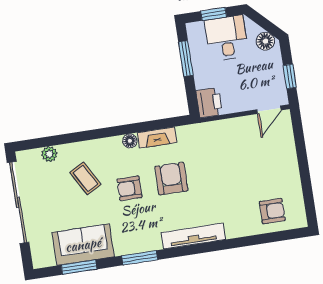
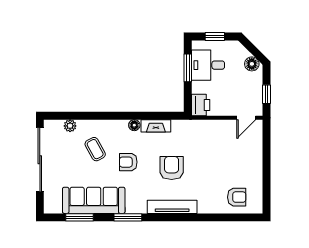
desk: (227, 38) -> (208, 65), moved, turned -90
armchair: (171, 179) -> (172, 168), moved
sofa: (83, 245) -> (94, 200), width x1.36

